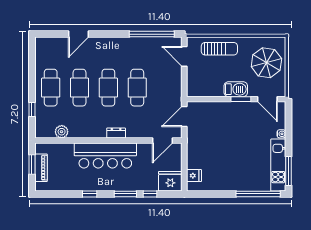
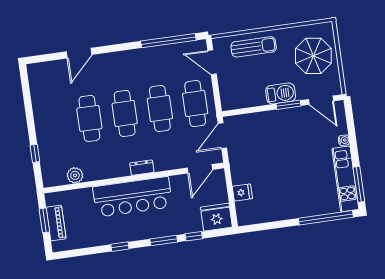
cafe table: (51, 88) -> (195, 104), moved
fridge: (194, 176) -> (242, 192), moved

